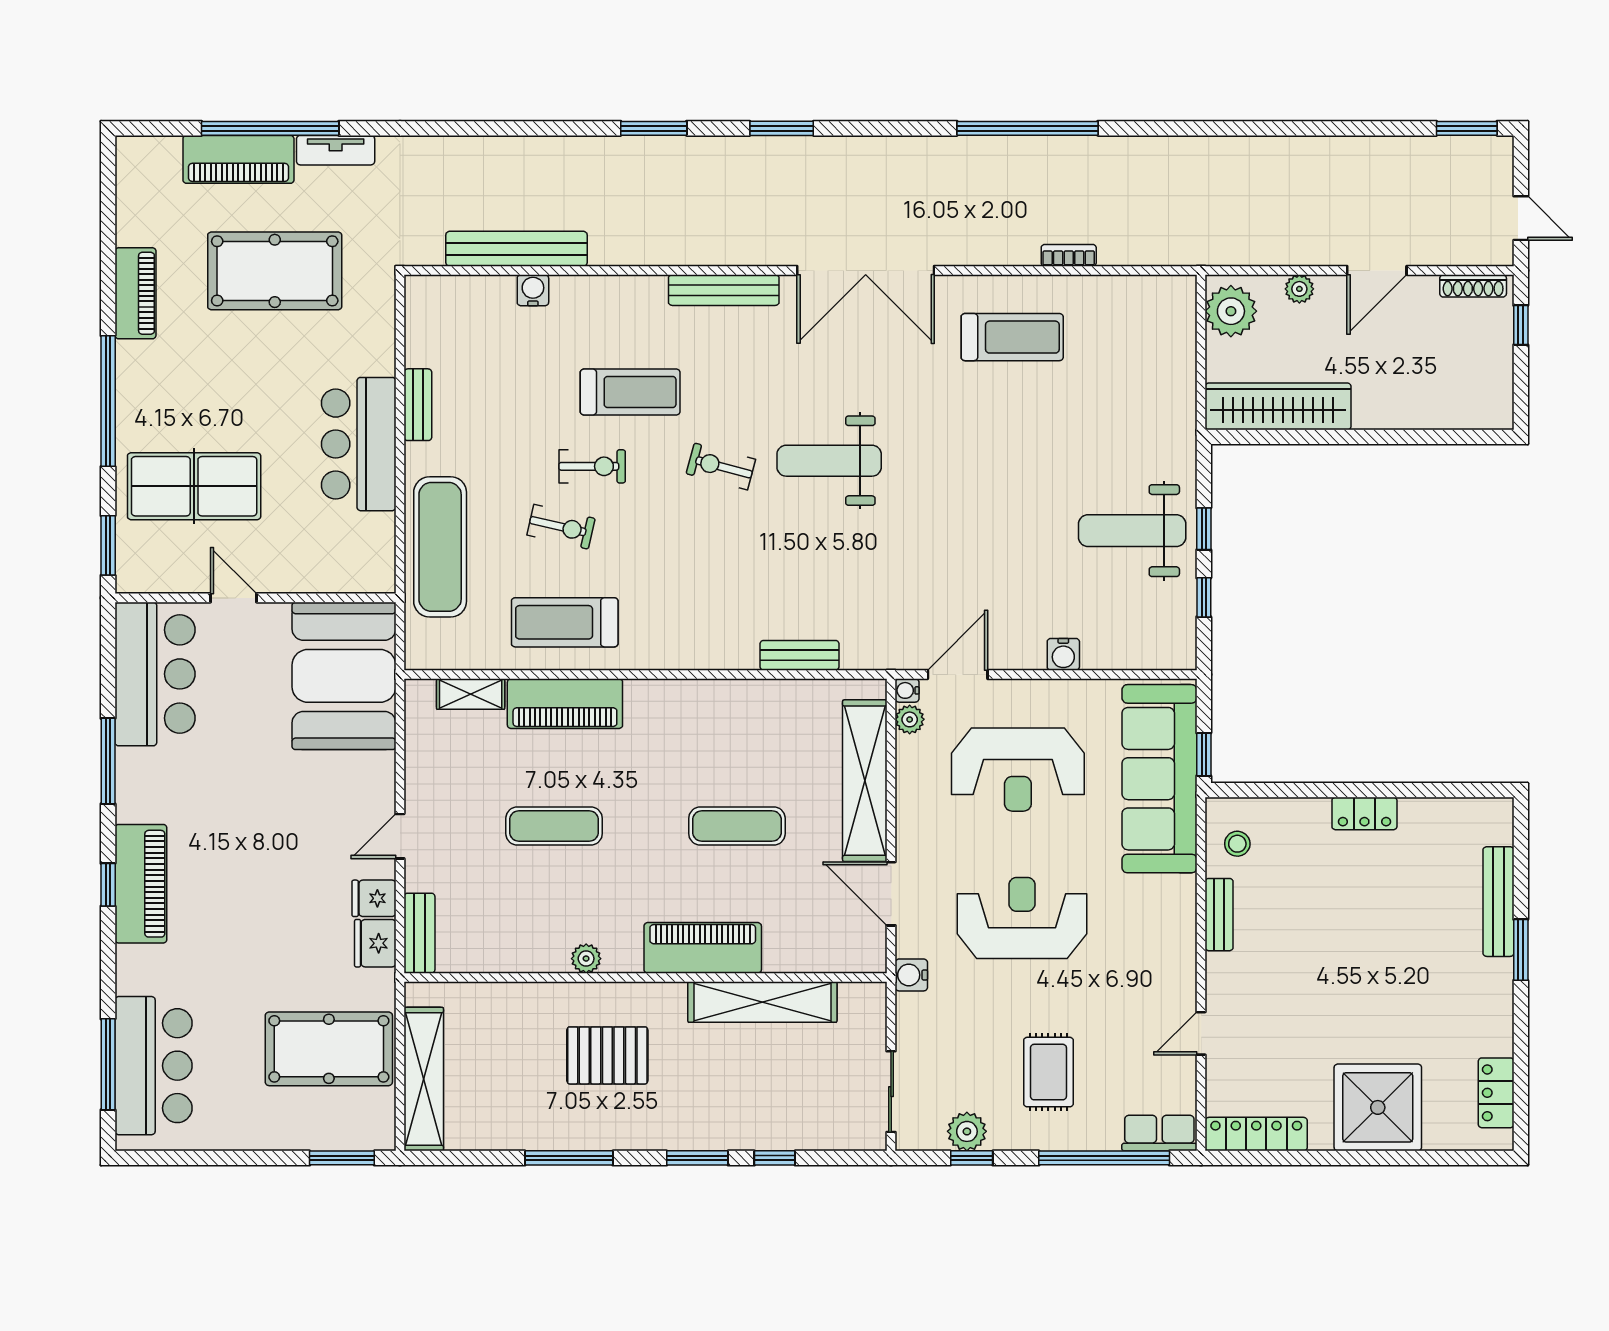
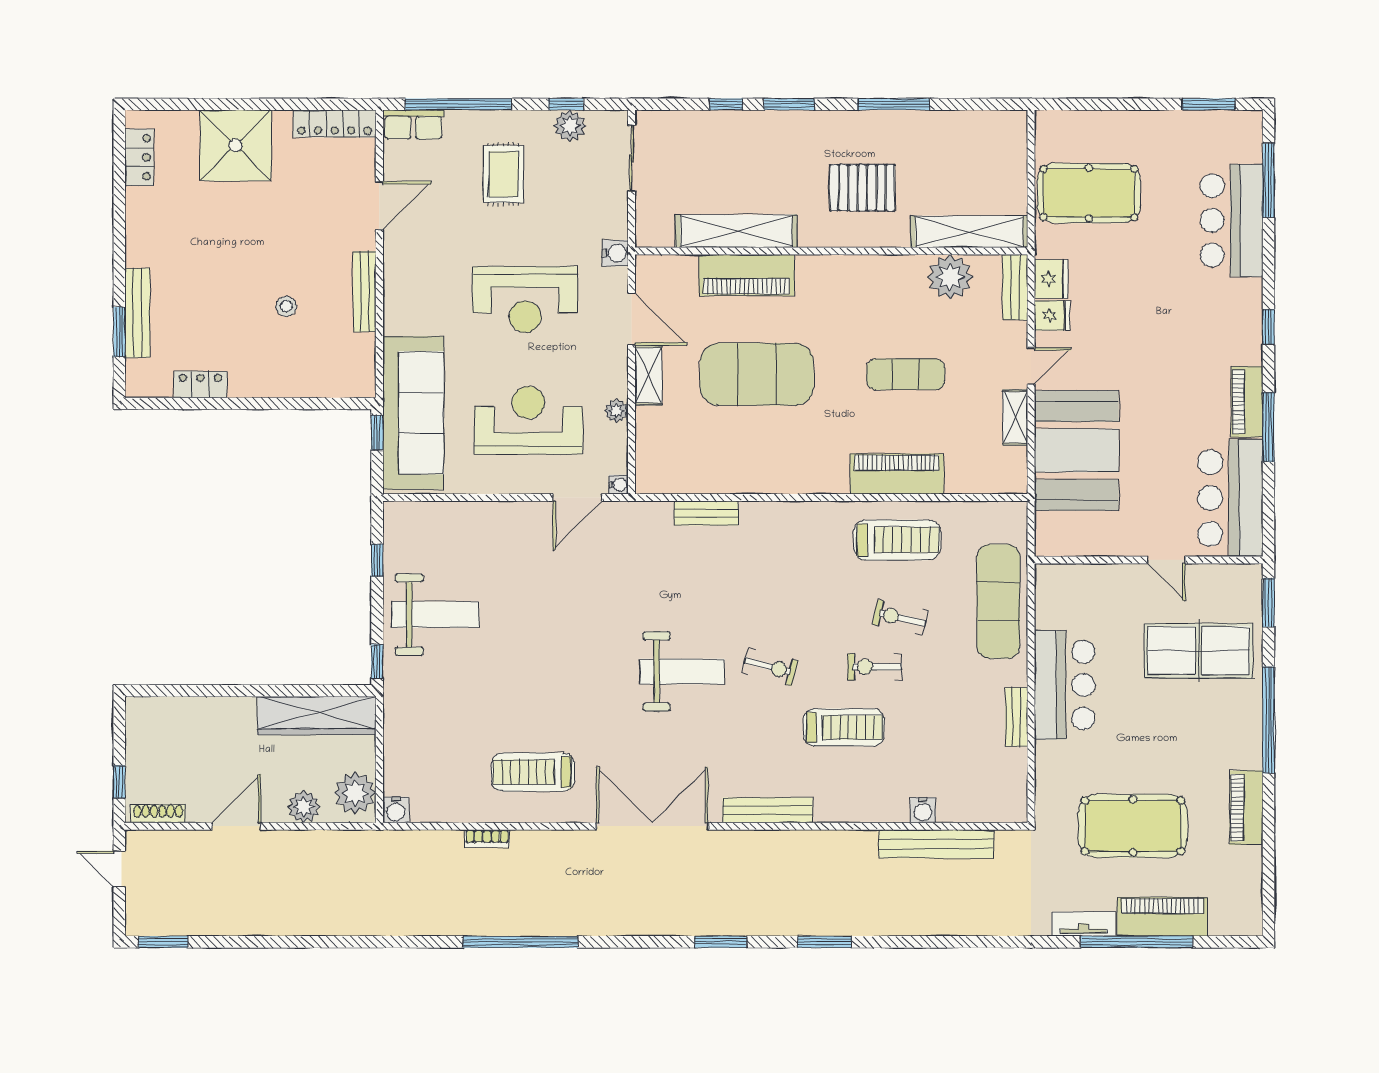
plant: (1299, 289) -> (304, 807), width x1.38, depth x1.38
treadmill: (630, 392) -> (844, 727), turned 180
window: (1204, 529) -> (377, 662), moved
water cooler: (1063, 654) -> (396, 810), moved, turned 180
booth: (344, 676) -> (1077, 450), moved
shelving: (471, 694) -> (1015, 417), moved, turned 90
plant: (910, 719) -> (616, 411), moved
shelving: (865, 781) -> (648, 375), width x0.45, depth x0.75
locker: (1364, 813) -> (200, 385), moved
exercise mat: (737, 826) -> (757, 374), width x2.00, depth x1.45
stool: (1237, 844) -> (286, 306), moved
piano: (141, 884) -> (1247, 402), moved, width x0.73, depth x0.75
bench: (1219, 915) -> (365, 292), width x1.36
piano: (703, 948) -> (746, 275), moved
window: (1521, 950) -> (119, 332), moved
plant: (586, 959) -> (950, 277), moved, width x1.87, depth x1.87
door: (1201, 1033) -> (379, 206), width x1.38
bar counter: (153, 1066) -> (1232, 220), moved
shelving: (424, 1079) -> (969, 232), moved, turned 90
window: (342, 1158) -> (1209, 104), moved

